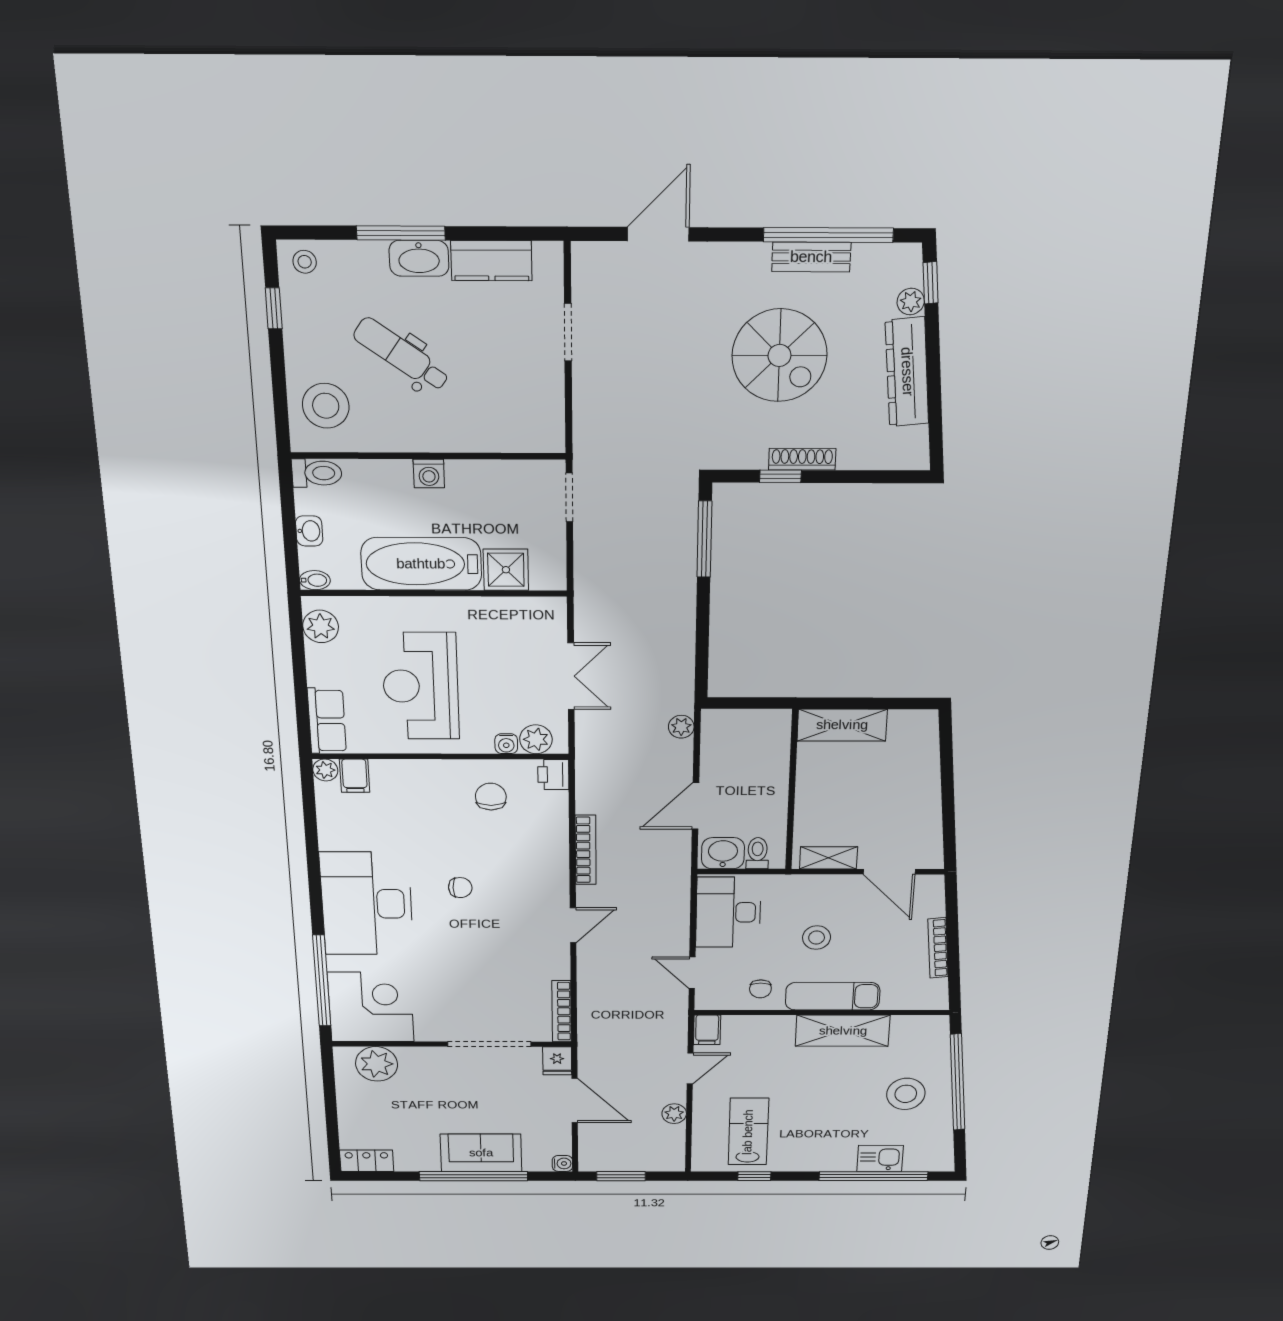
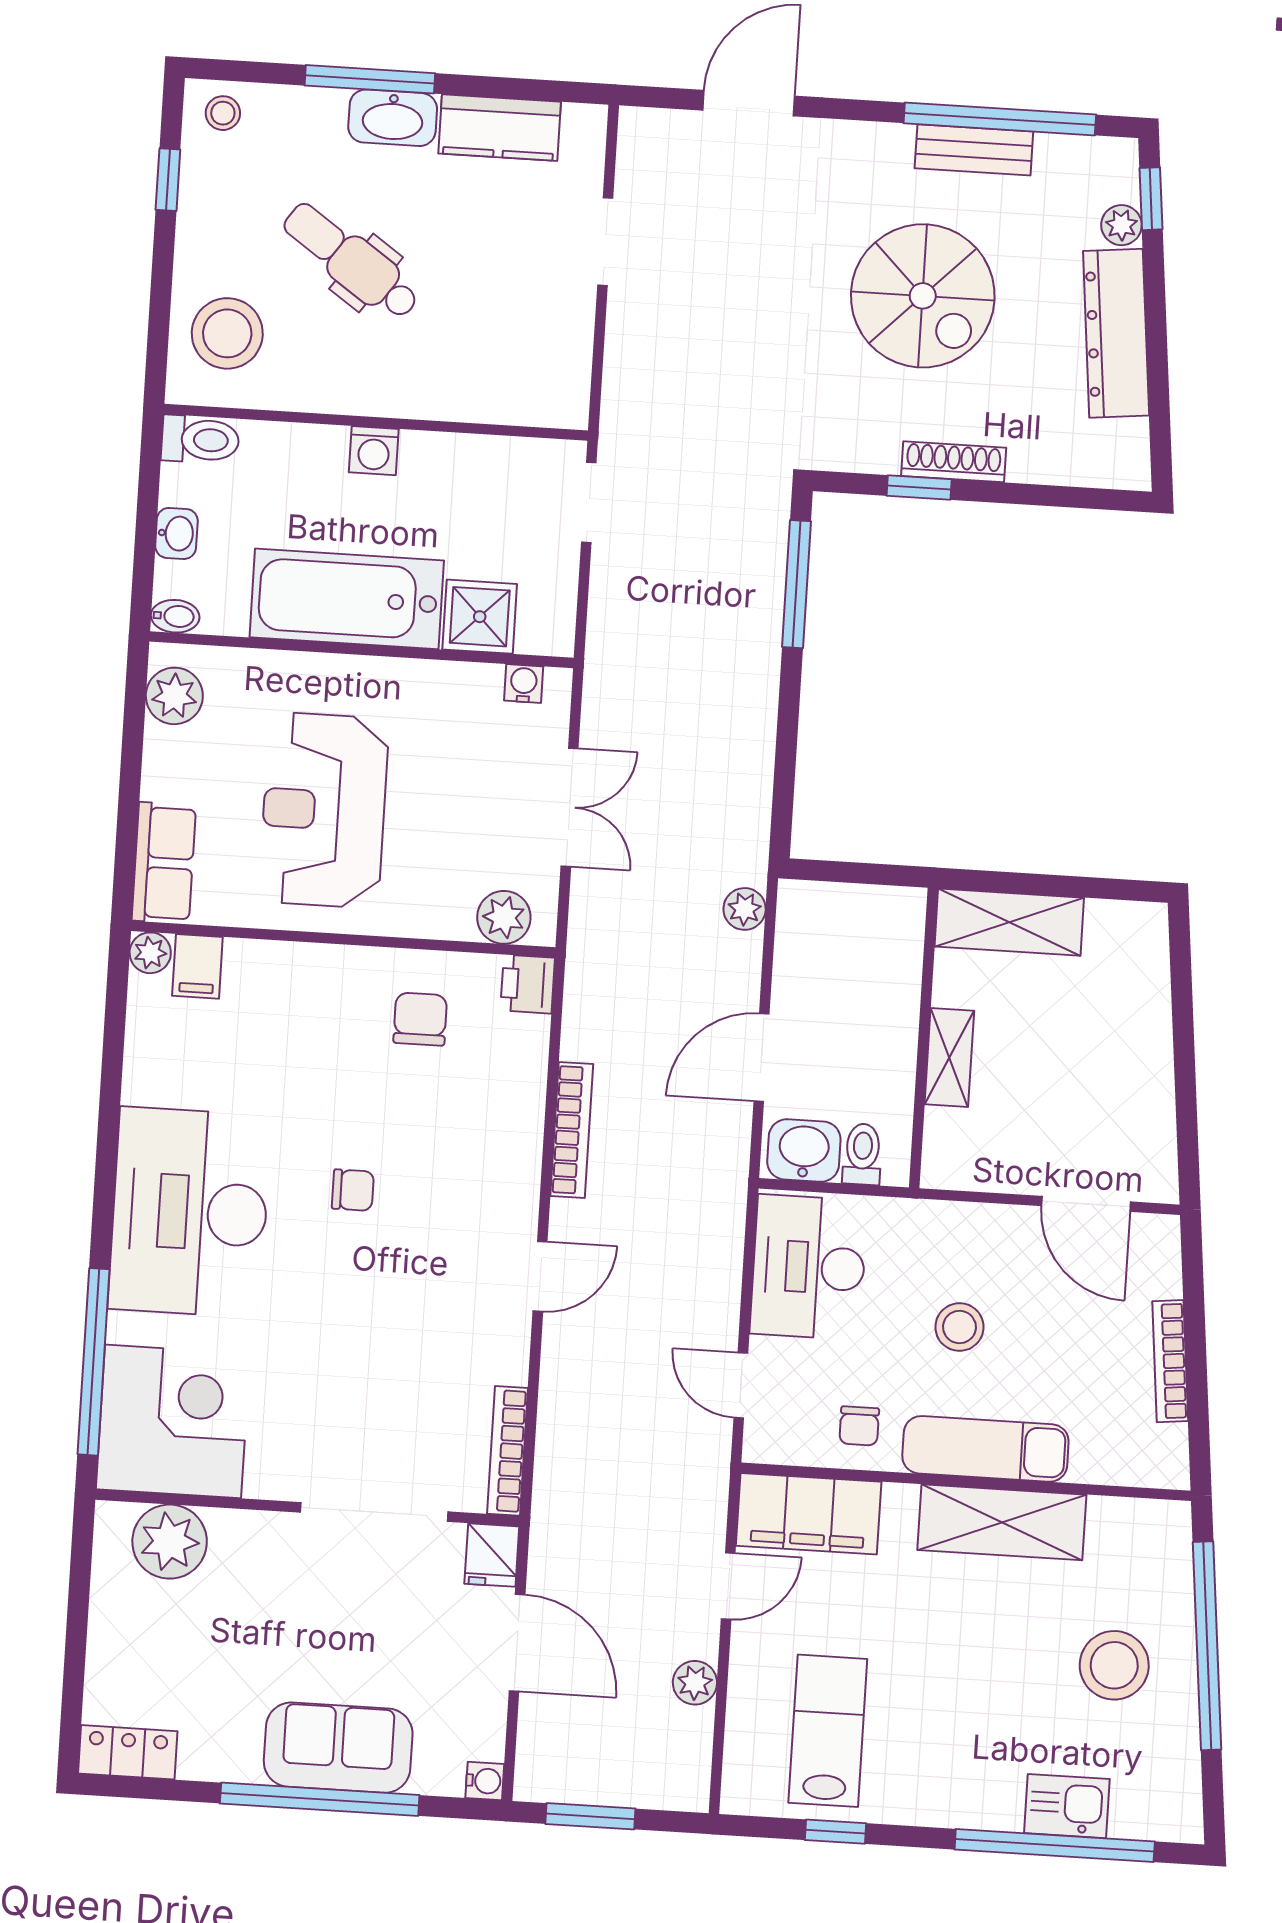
water cooler: (506, 744) -> (524, 684), moved, turned 180
shelving: (828, 858) -> (949, 1057), moved, turned 90
filing cabinet: (707, 1030) -> (809, 1514), width x3.00, depth x1.17

